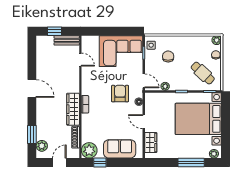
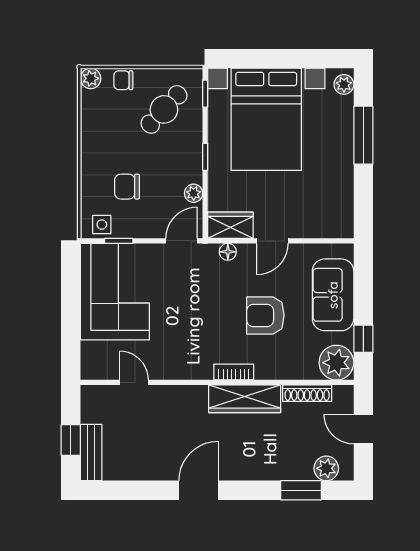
bench: (67, 40) -> (91, 453), moved
door: (80, 60) -> (134, 382), hinge flipped
armchair: (120, 94) -> (265, 315), moved
wardrobe: (151, 142) -> (230, 225), moved

